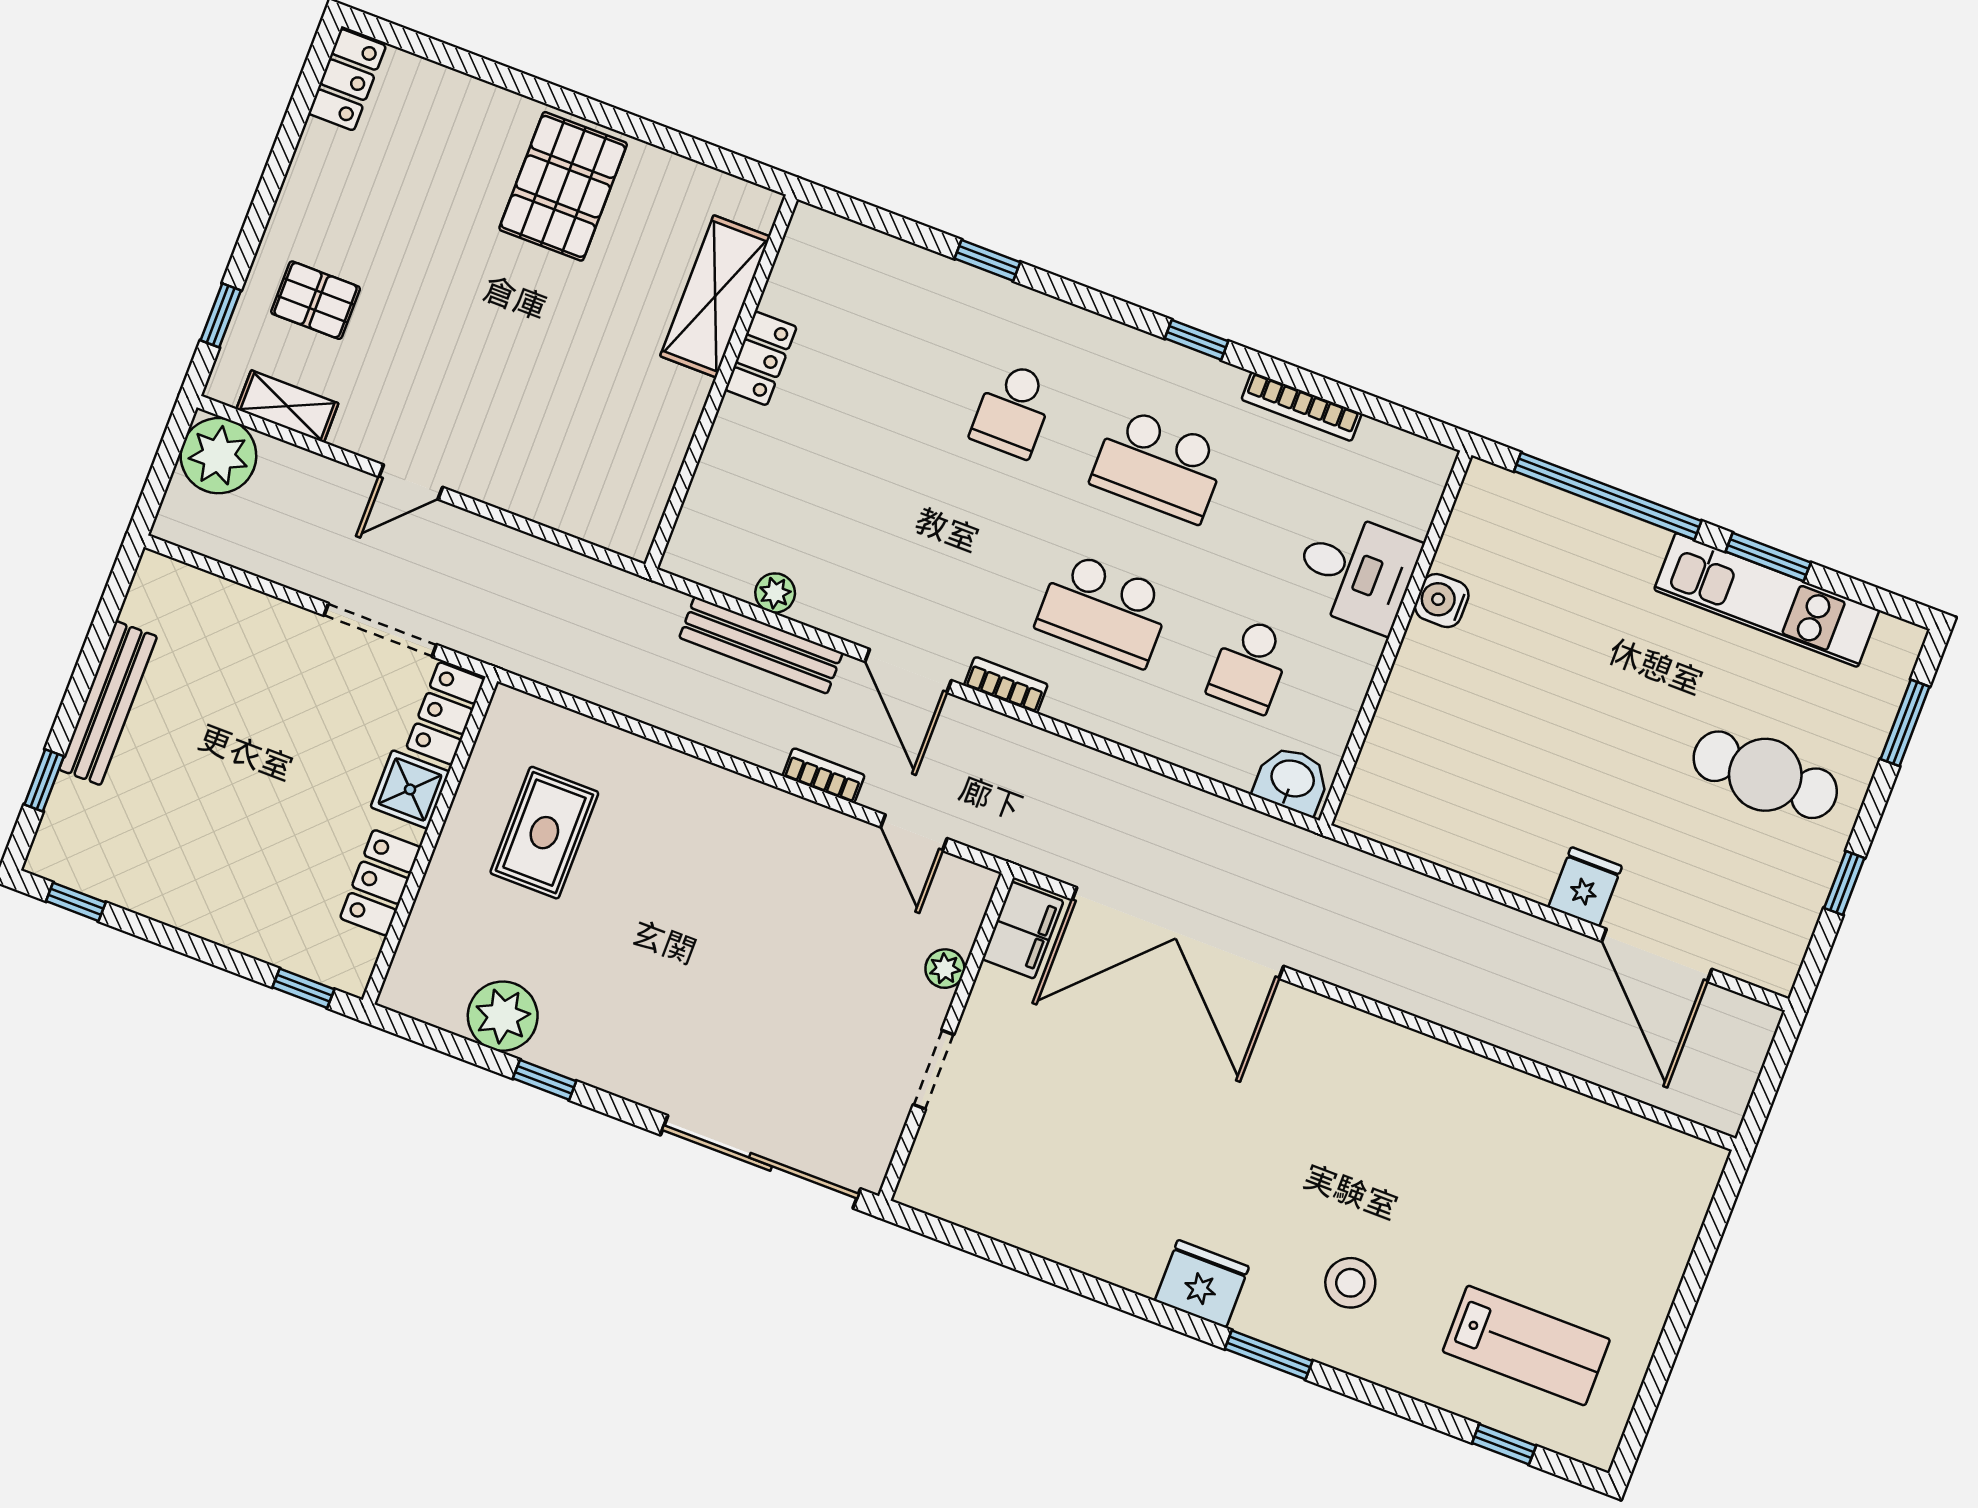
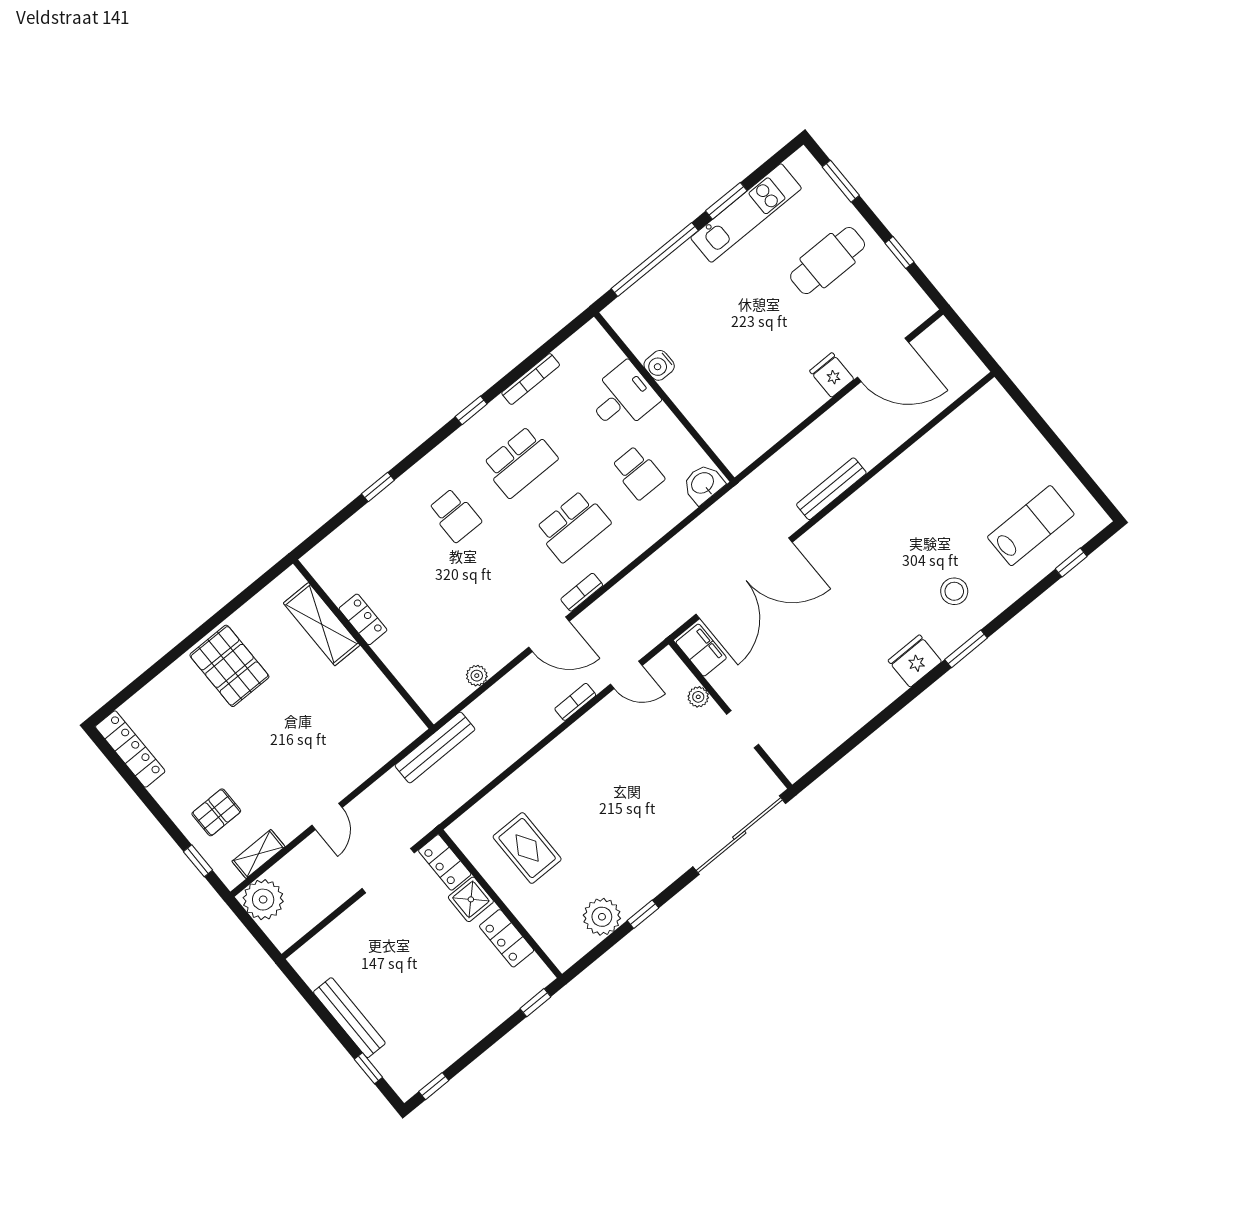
locker: (347, 80) -> (130, 749), width x1.53
bench: (761, 645) -> (435, 747), moved
bench: (1402, 991) -> (831, 489), added

